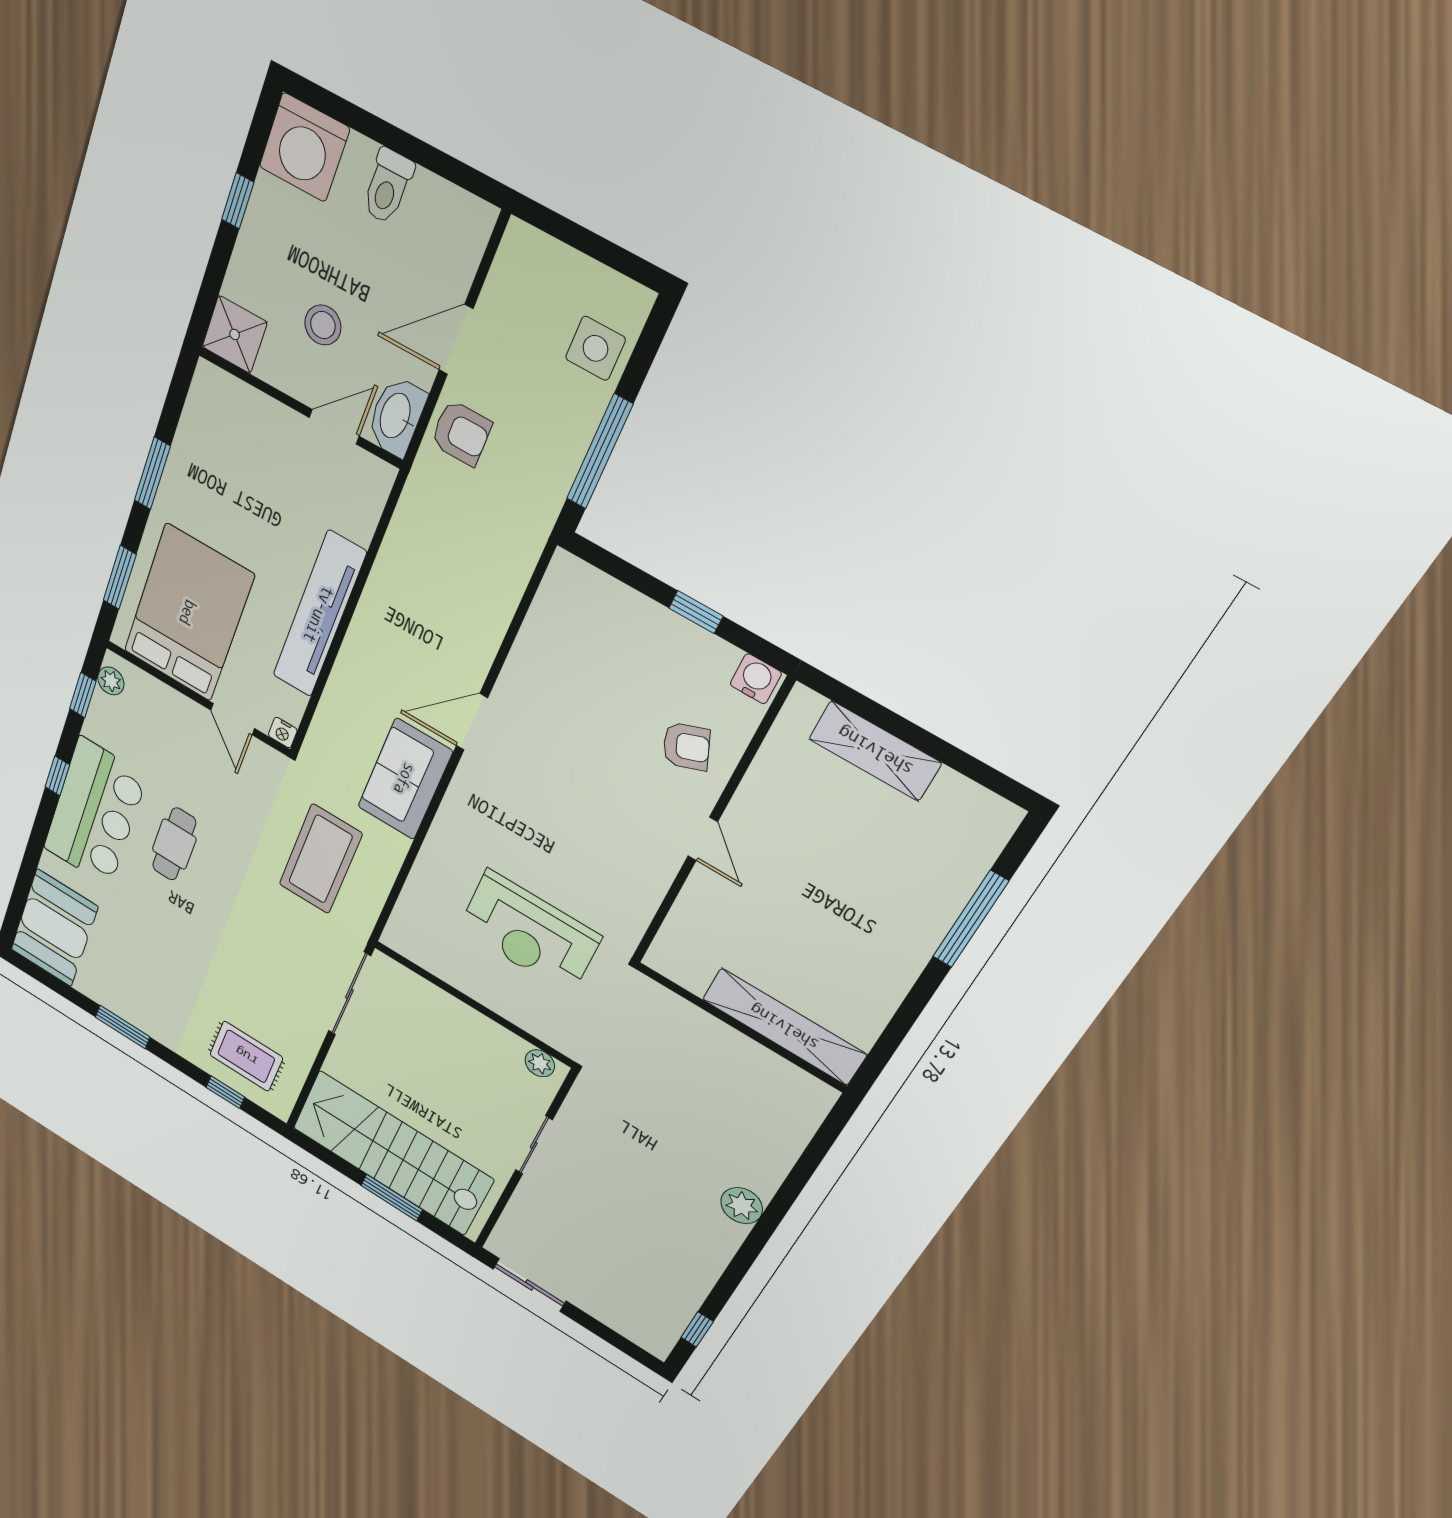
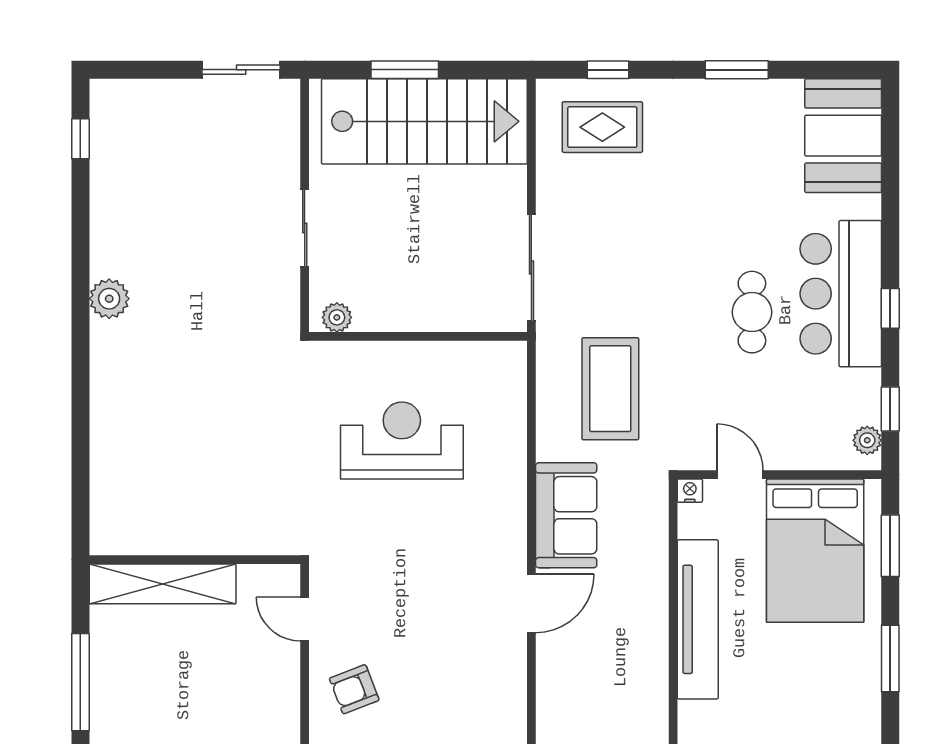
wall: (740, 1027) -> (195, 560), moved
shelving: (784, 1027) -> (163, 584), moved

